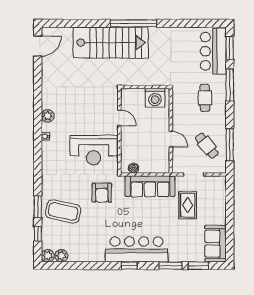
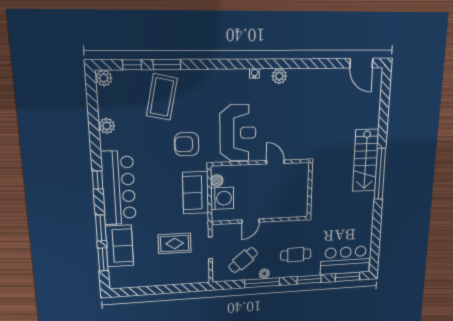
stairs: (111, 43) -> (366, 160), width x0.73, depth x0.66
window: (230, 85) -> (309, 279), width x0.69
washing machine: (155, 98) -> (222, 198), moved, turned 180
door: (119, 118) -> (275, 162), swing flipped
plant: (221, 126) -> (264, 274), added
window: (230, 145) -> (262, 283), moved
reception desk: (94, 150) -> (238, 133), turned 180
sofa: (150, 186) -> (196, 193), width x0.73
sofa: (216, 244) -> (119, 246), moved, turned 90
plant: (61, 256) -> (107, 126), moved

